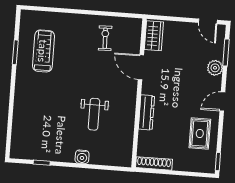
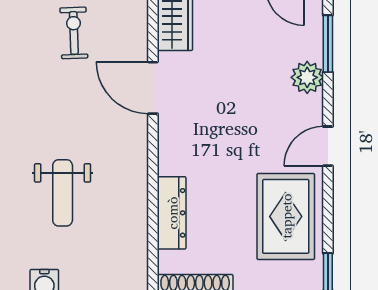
dresser: (146, 112) -> (172, 213), moved
rug: (200, 134) -> (286, 216), width x1.36, depth x1.43

